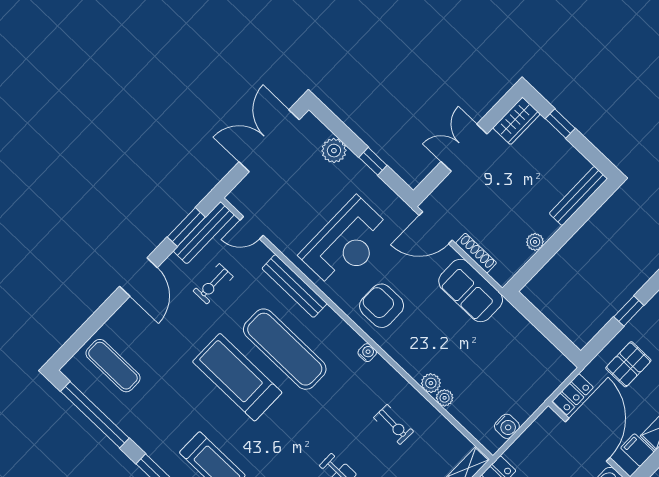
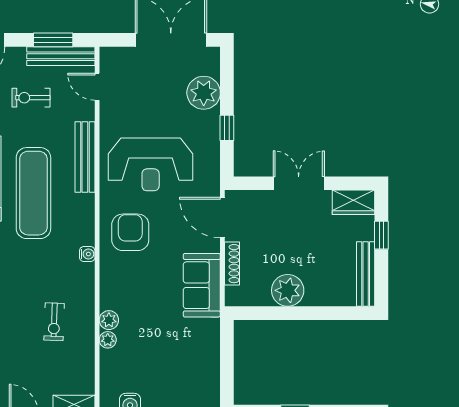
plant: (334, 151) -> (204, 93), width x1.36, depth x1.36
bench: (578, 196) -> (366, 274), moved, turned 90
plant: (535, 242) -> (288, 290), width x1.88, depth x1.88

